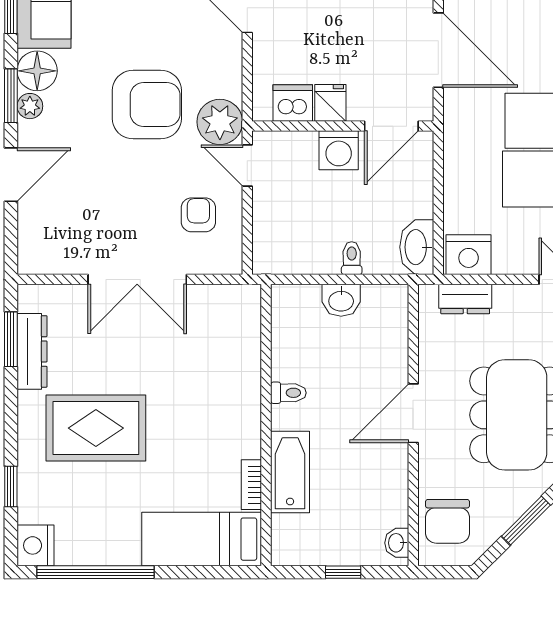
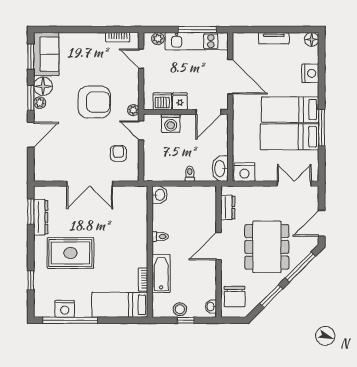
plant: (220, 122) -> (133, 110), width x0.53, depth x0.53
washing machine: (339, 150) -> (171, 123), moved
dresser: (465, 299) -> (228, 208), moved, turned -90
washbasin: (341, 300) -> (160, 195), moved, turned -90
nightstand: (35, 545) -> (65, 309), moved, turned -90
stool: (330, 549) -> (180, 309), added

